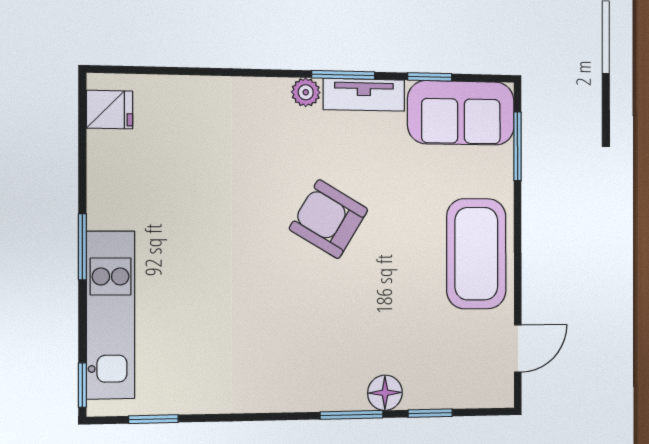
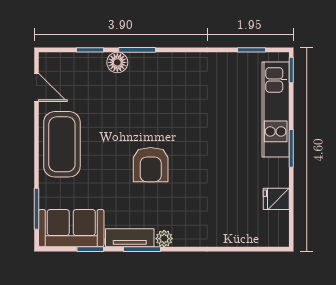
fridge: (110, 110) -> (276, 199), moved
armchair: (329, 219) -> (151, 165), turned 59
door: (518, 348) -> (36, 87), swing flipped

